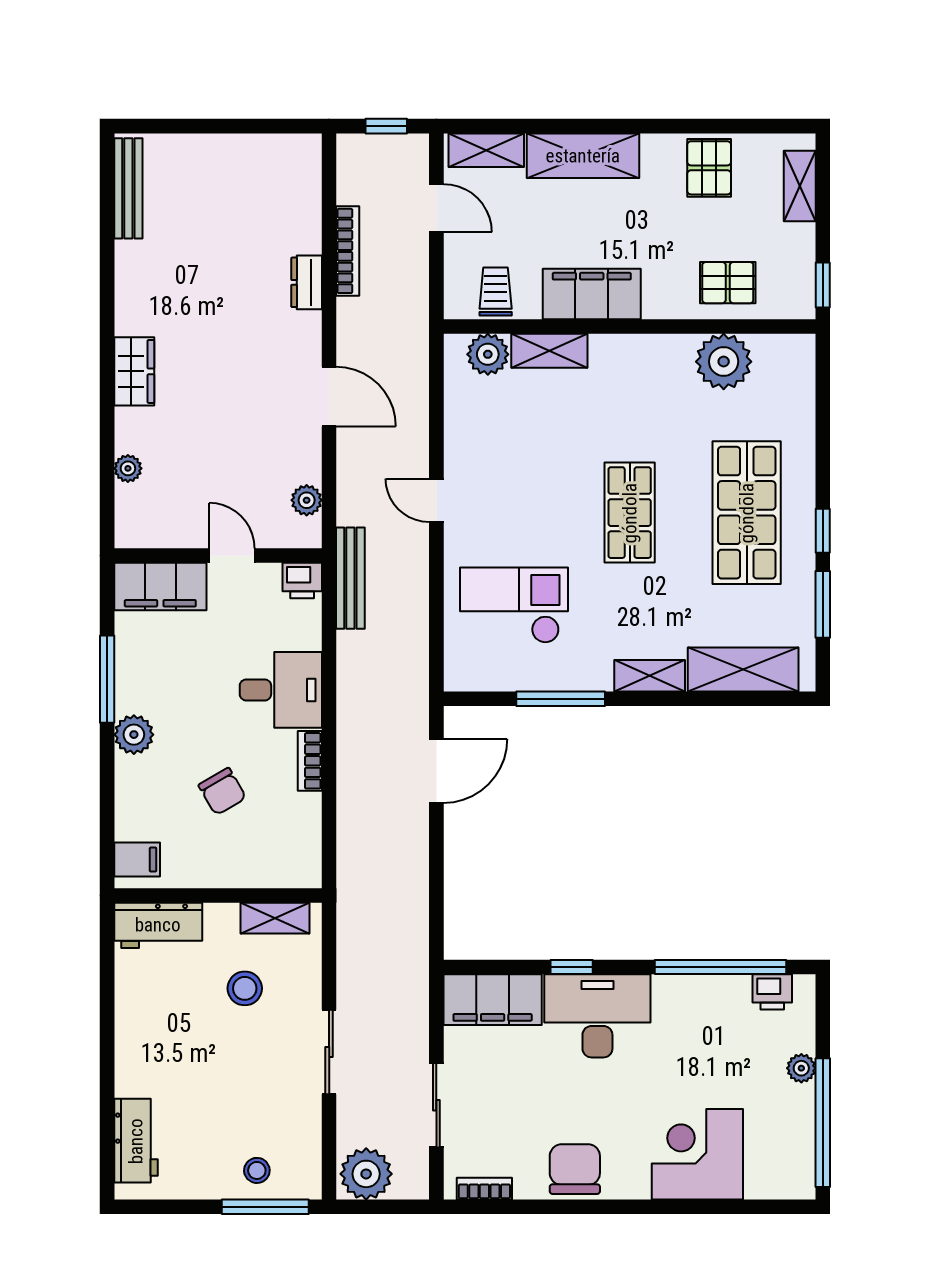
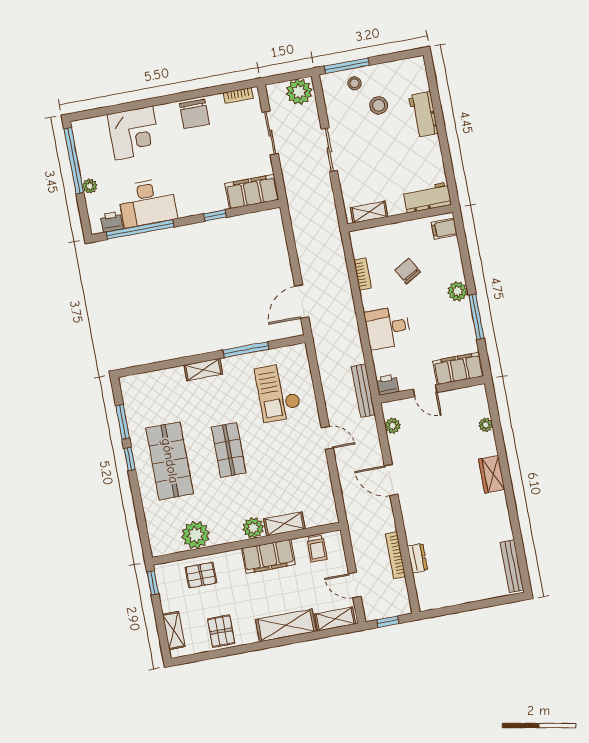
dresser: (307, 282) -> (417, 558), moved
plant: (488, 354) -> (253, 528), moved
checkout: (514, 605) -> (278, 392), turned 90
shelving: (743, 669) -> (157, 382), removed
bookcase: (310, 761) -> (363, 274), moved
stool: (245, 988) -> (379, 105), moved
desk: (597, 1016) -> (147, 203), moved
workbench: (136, 1141) -> (423, 114), moved

